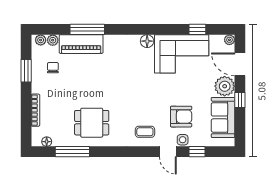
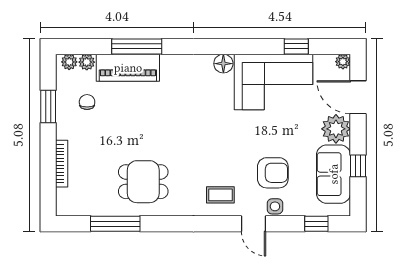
window: (240, 100) -> (358, 166), moved
floor lamp: (47, 142) -> (78, 209), removed
window: (197, 152) -> (316, 224), moved

